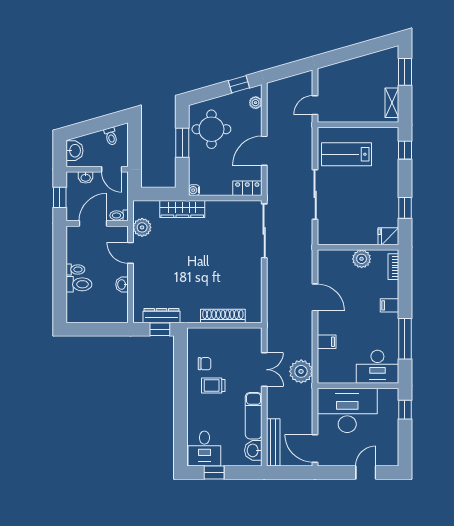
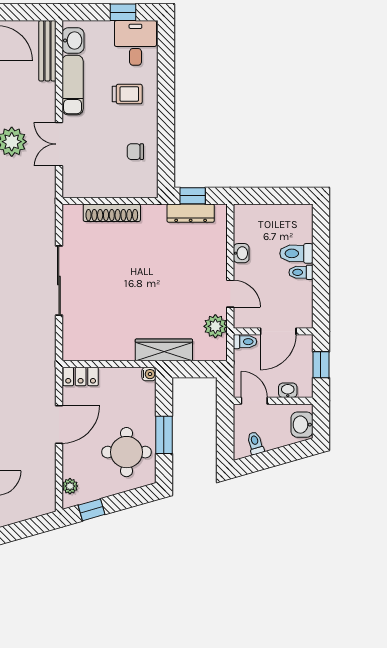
sliding door: (264, 231) -> (59, 280), moved
trolley: (213, 386) -> (127, 94), moved

